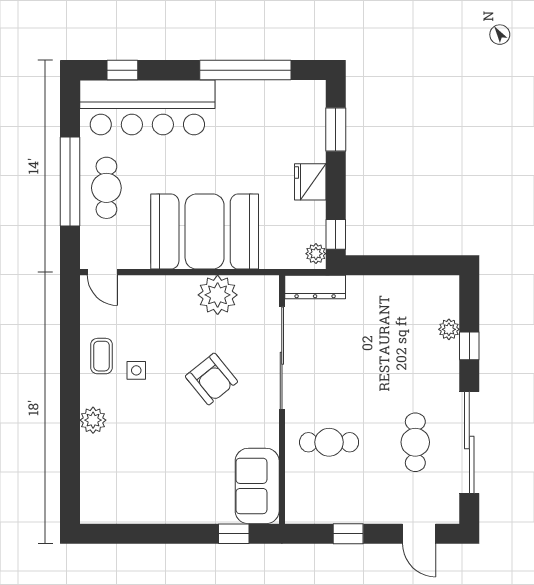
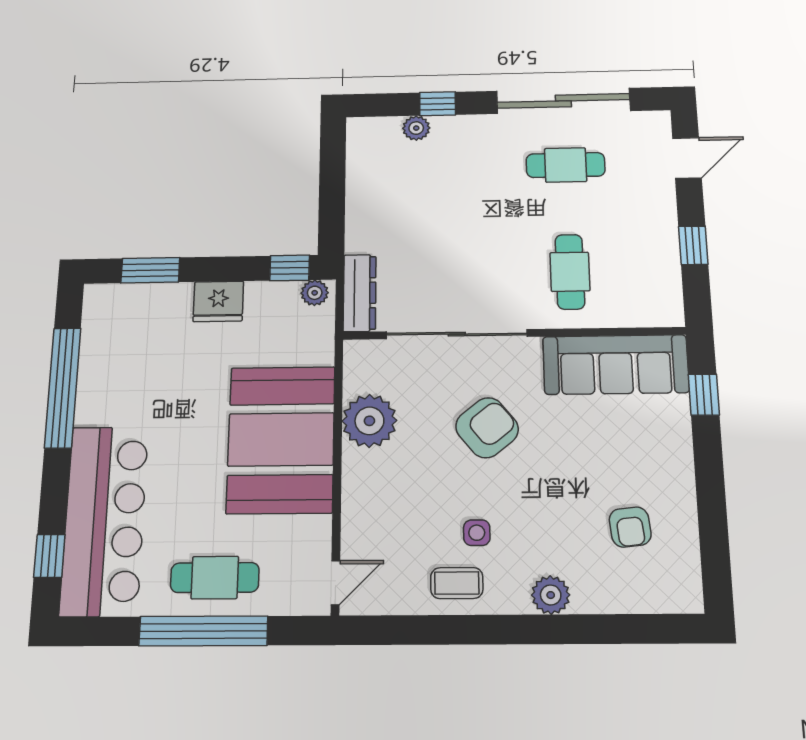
armchair: (139, 477) -> (630, 527), added
sofa: (257, 486) -> (616, 365), width x1.36

